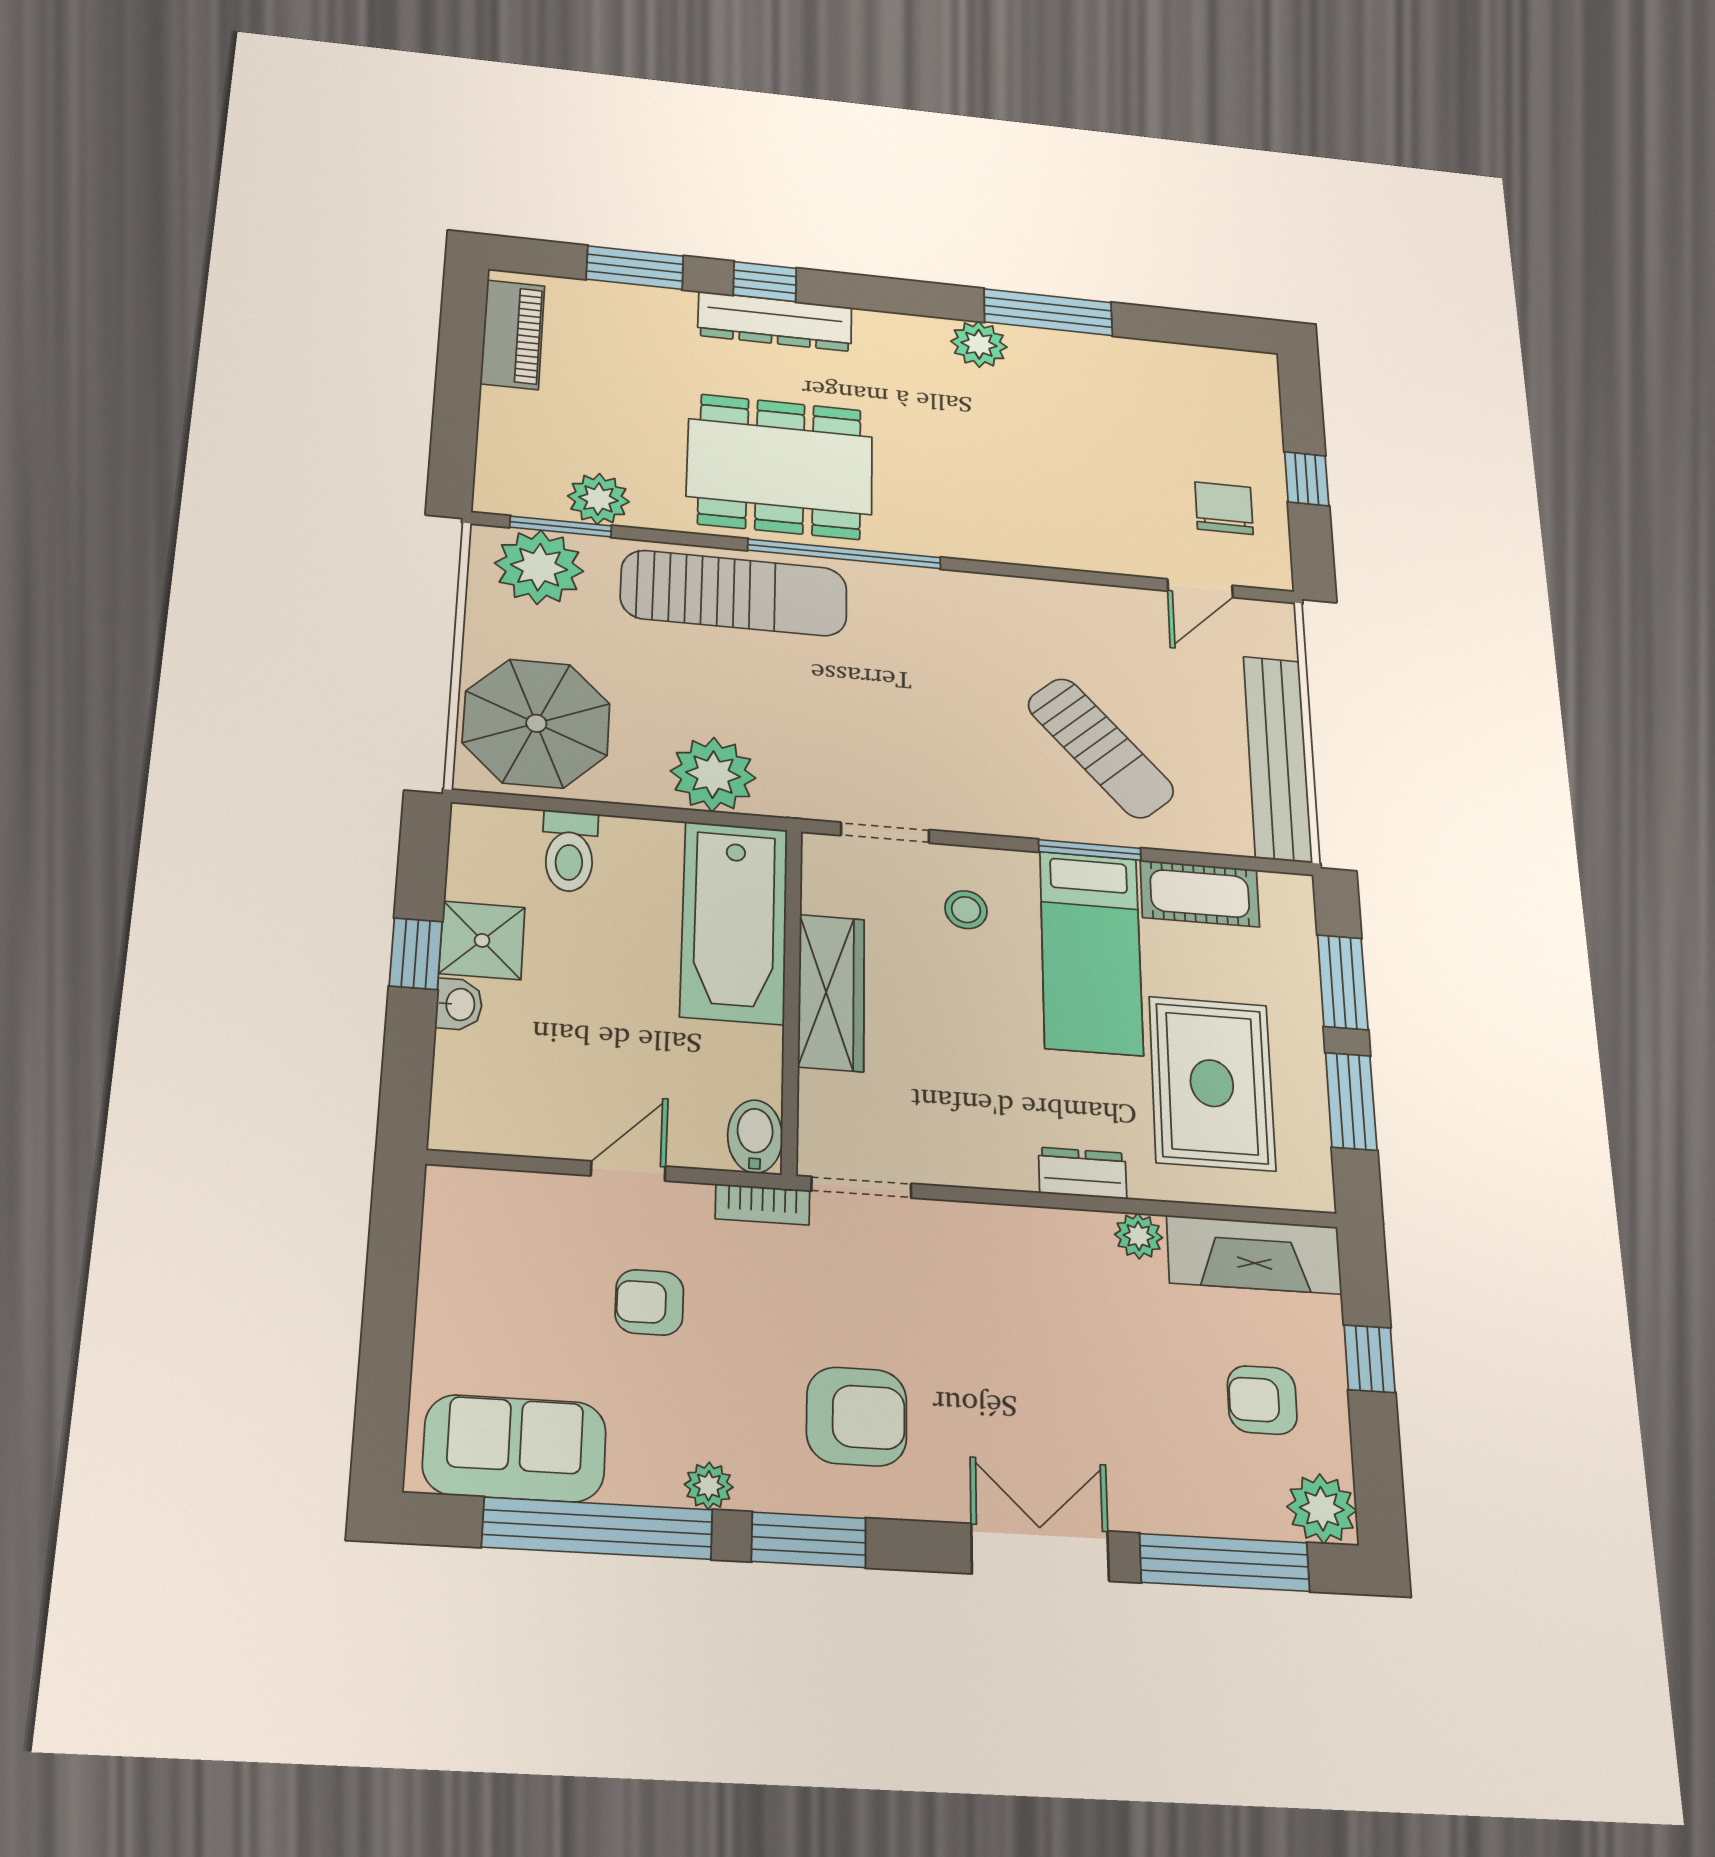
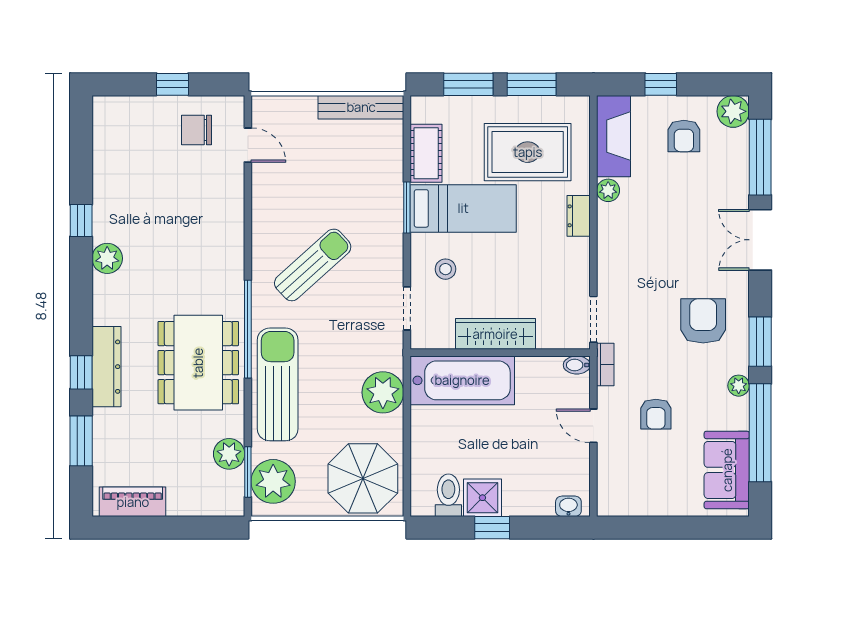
window: (1048, 312) -> (81, 221), width x0.46
sun lounger: (1101, 748) -> (313, 265), moved
bench: (1278, 758) -> (361, 107), width x0.73, depth x0.82
toilet: (569, 851) -> (448, 495), moved, turned -90
washbasin: (459, 1004) -> (568, 506), moved
bidet: (755, 1136) -> (577, 365), width x0.72, depth x0.74

